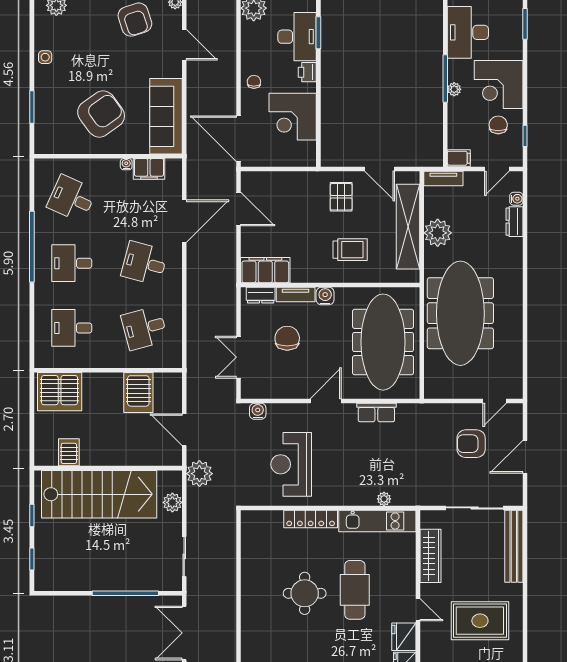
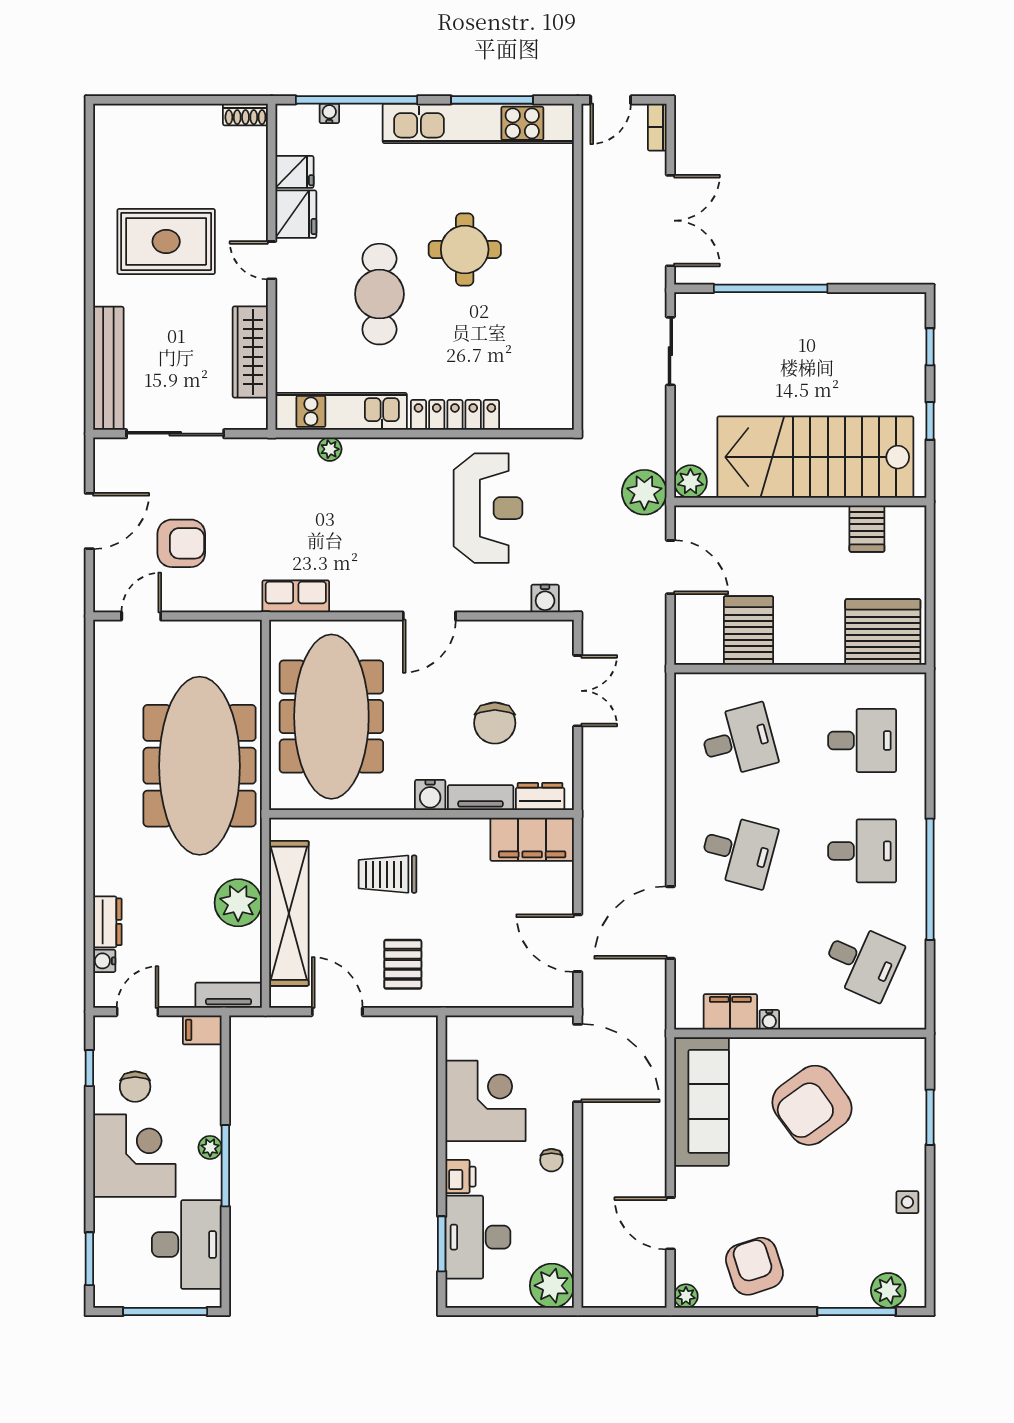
row of seats: (376, 413) -> (296, 596), moved
plant: (172, 502) -> (690, 482), moved
round table: (305, 593) -> (465, 249), moved

